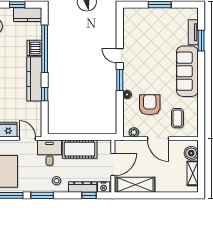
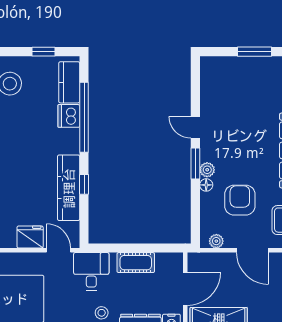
kitchen counter: (28, 15) -> (69, 82), moved, turned 90
kitchen counter: (34, 79) -> (69, 188), moved
plant: (128, 84) -> (207, 170), added
cot: (80, 149) -> (136, 263), width x0.73, depth x0.75

